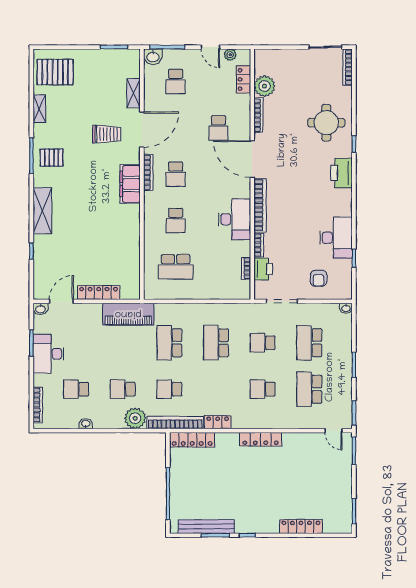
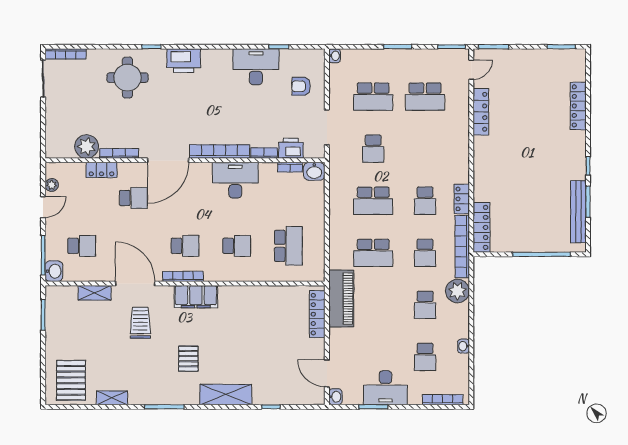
locker: (244, 79) -> (101, 170), moved
pallet: (52, 158) -> (188, 359), moved
armchair: (319, 278) -> (301, 86), turned 180
washbasin: (242, 290) -> (314, 171), added
locker: (99, 293) -> (317, 314), moved
school desk: (263, 389) -> (425, 201), moved
locker: (261, 439) -> (481, 112), moved

